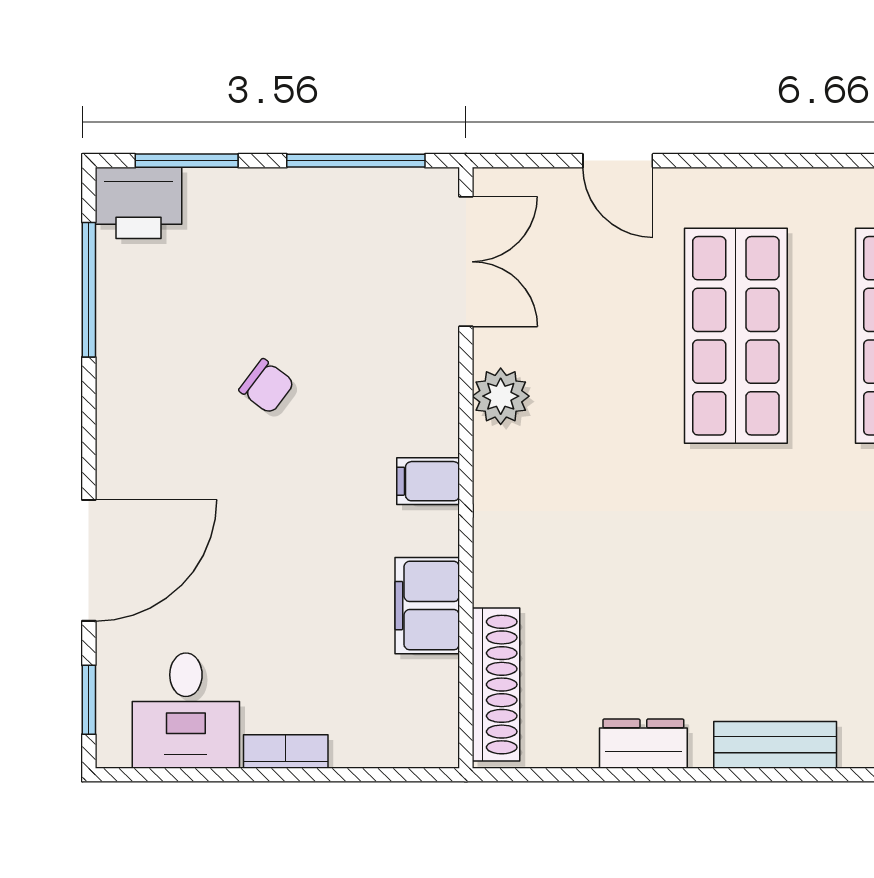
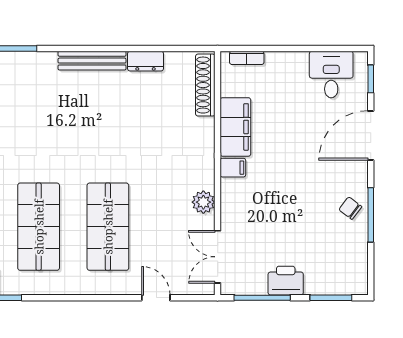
printer: (138, 203) -> (286, 281), moved
window: (89, 290) -> (371, 215), moved
chair: (267, 386) -> (350, 208), moved
filing cabinet: (427, 606) -> (235, 127), width x1.50, depth x1.17
bench: (775, 745) -> (92, 61), width x1.36
bookcase: (286, 751) -> (247, 58), moved

